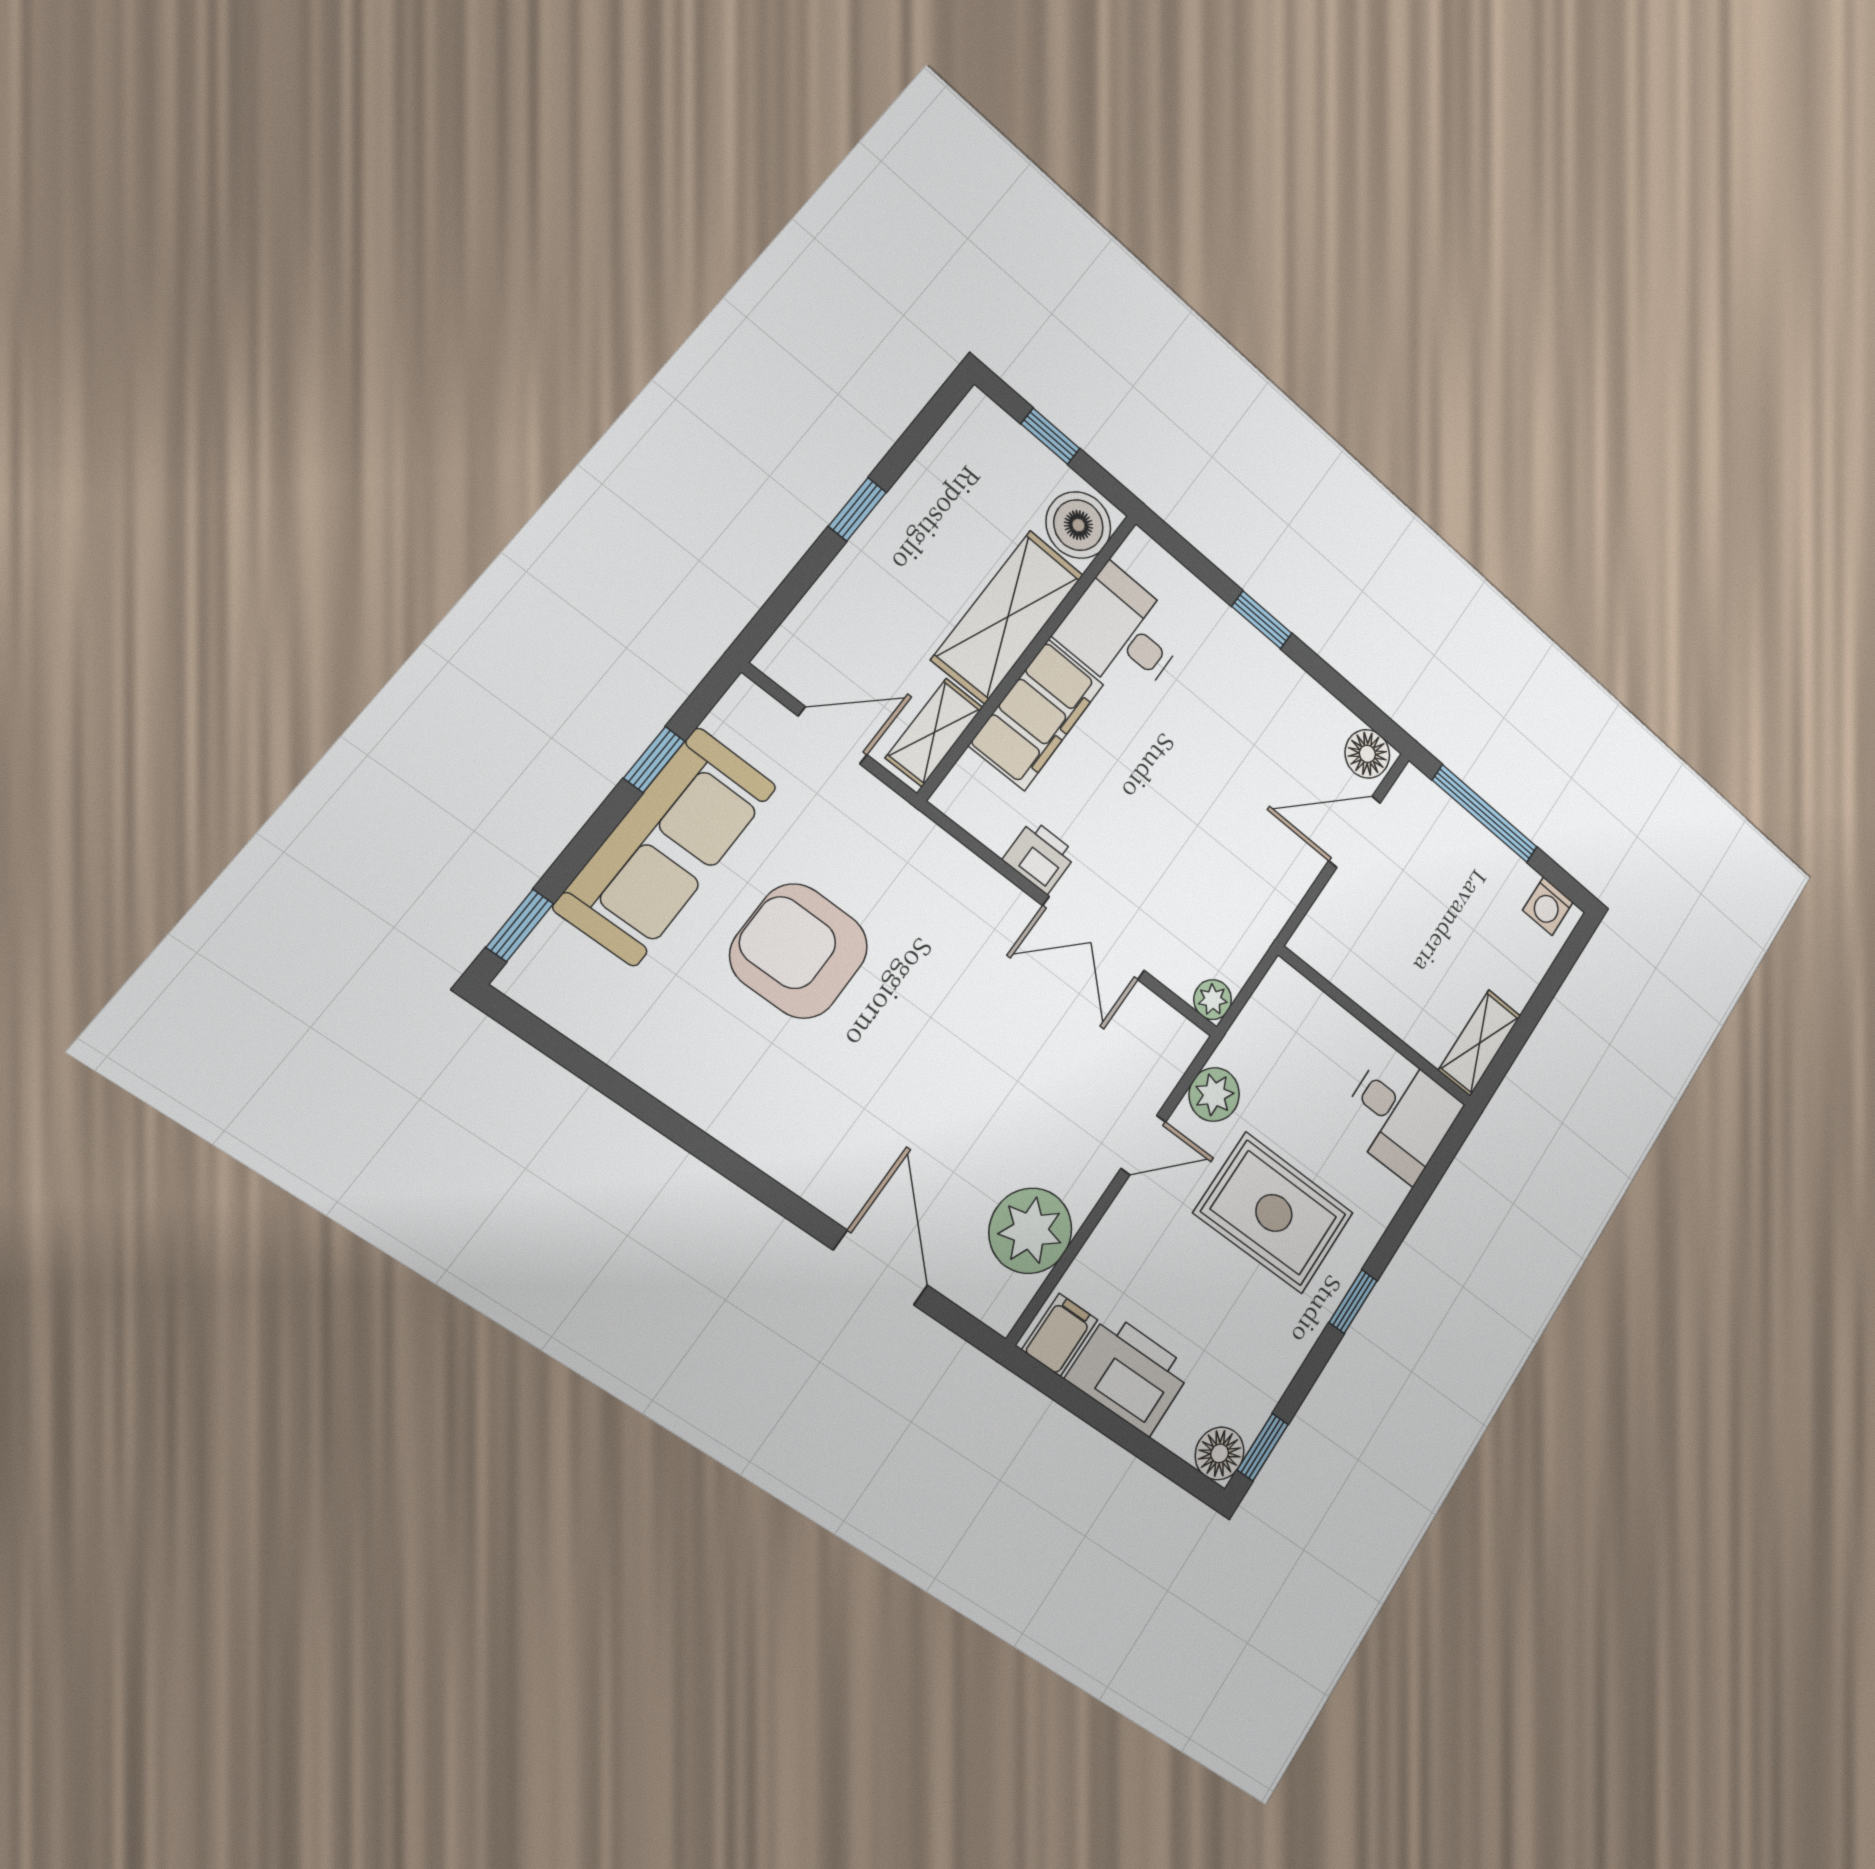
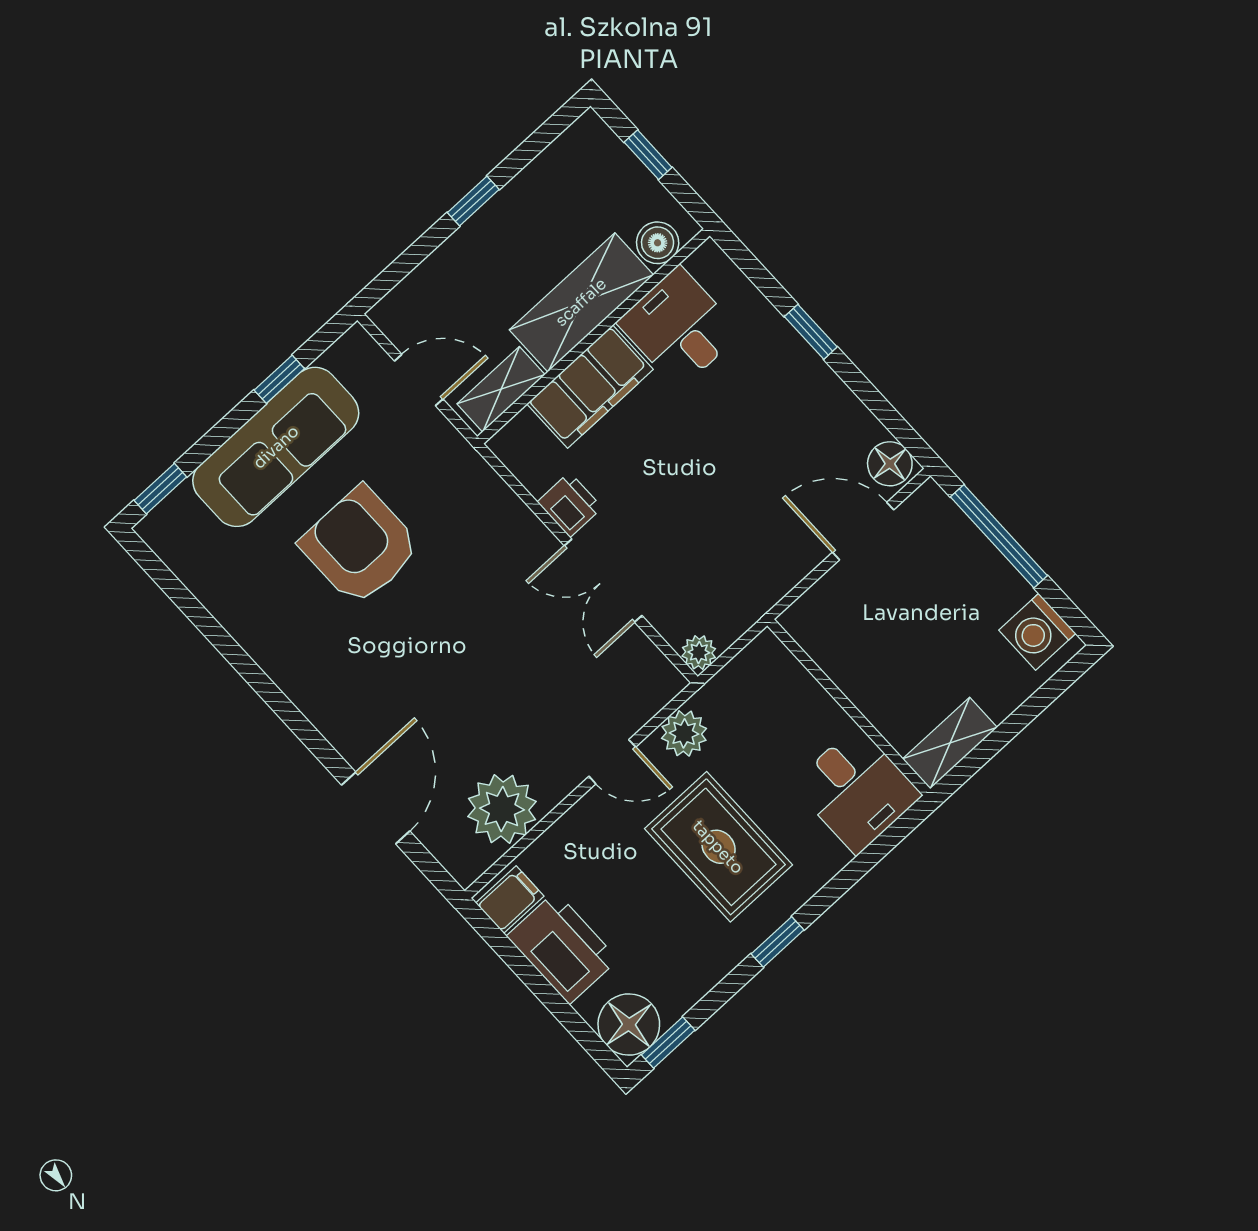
boiler: (1078, 525) -> (658, 243), width x0.73, depth x0.73
washing machine: (1548, 906) -> (1037, 632), width x1.38, depth x1.38
floor lamp: (1220, 1453) -> (629, 1024), width x1.38, depth x1.38

